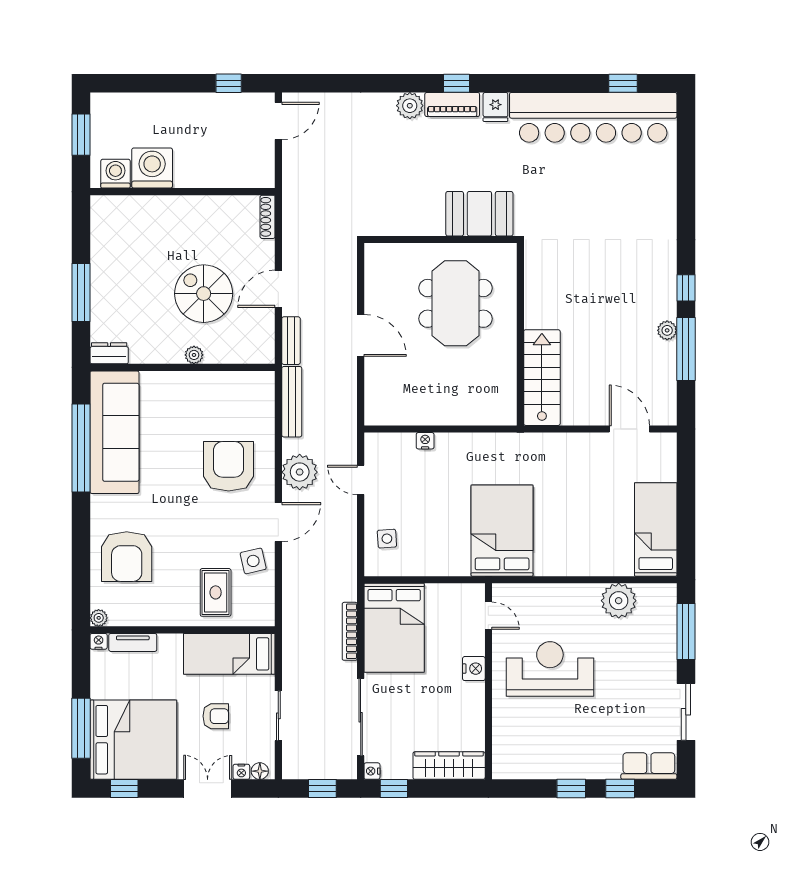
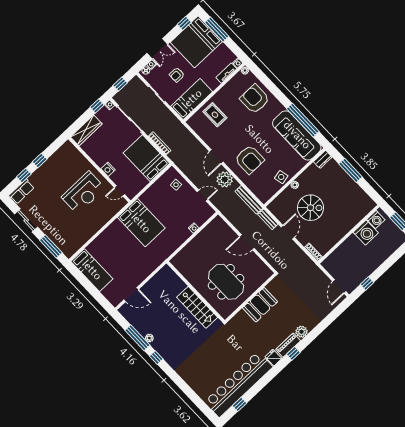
booth: (479, 214) -> (260, 305), moved
stairs: (542, 378) -> (197, 307), moved
side table: (253, 561) -> (281, 177), moved
plant: (619, 601) -> (82, 236), removed

